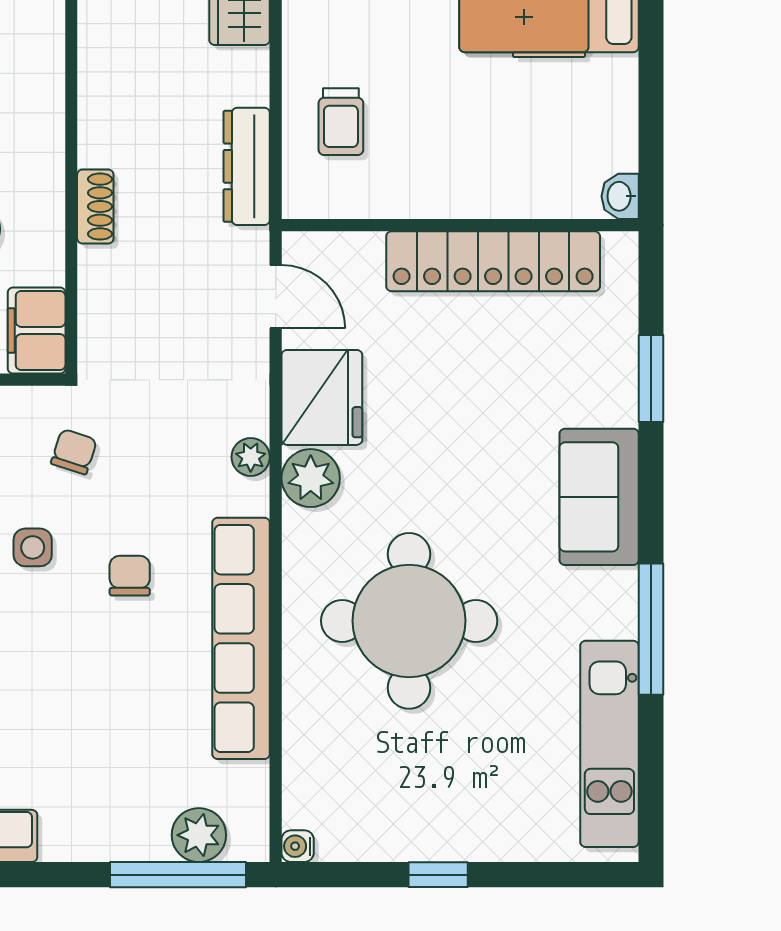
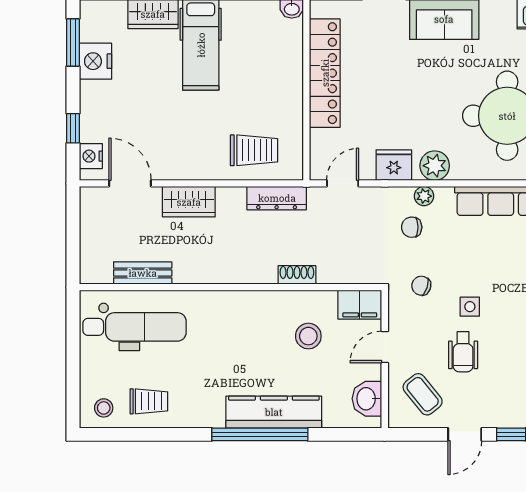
trolley: (341, 122) -> (254, 150), width x1.36, depth x1.39
fridge: (322, 397) -> (394, 165), width x0.73, depth x0.75
chair: (130, 576) -> (412, 227), moved

